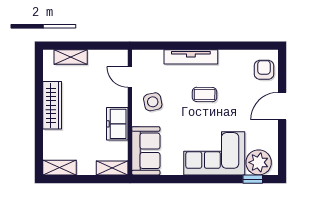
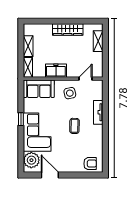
tv unit: (191, 57) -> (98, 112), width x0.71
door: (282, 106) -> (50, 175), moved
shelving: (60, 168) -> (28, 46), moved
window: (253, 179) -> (21, 119), moved

